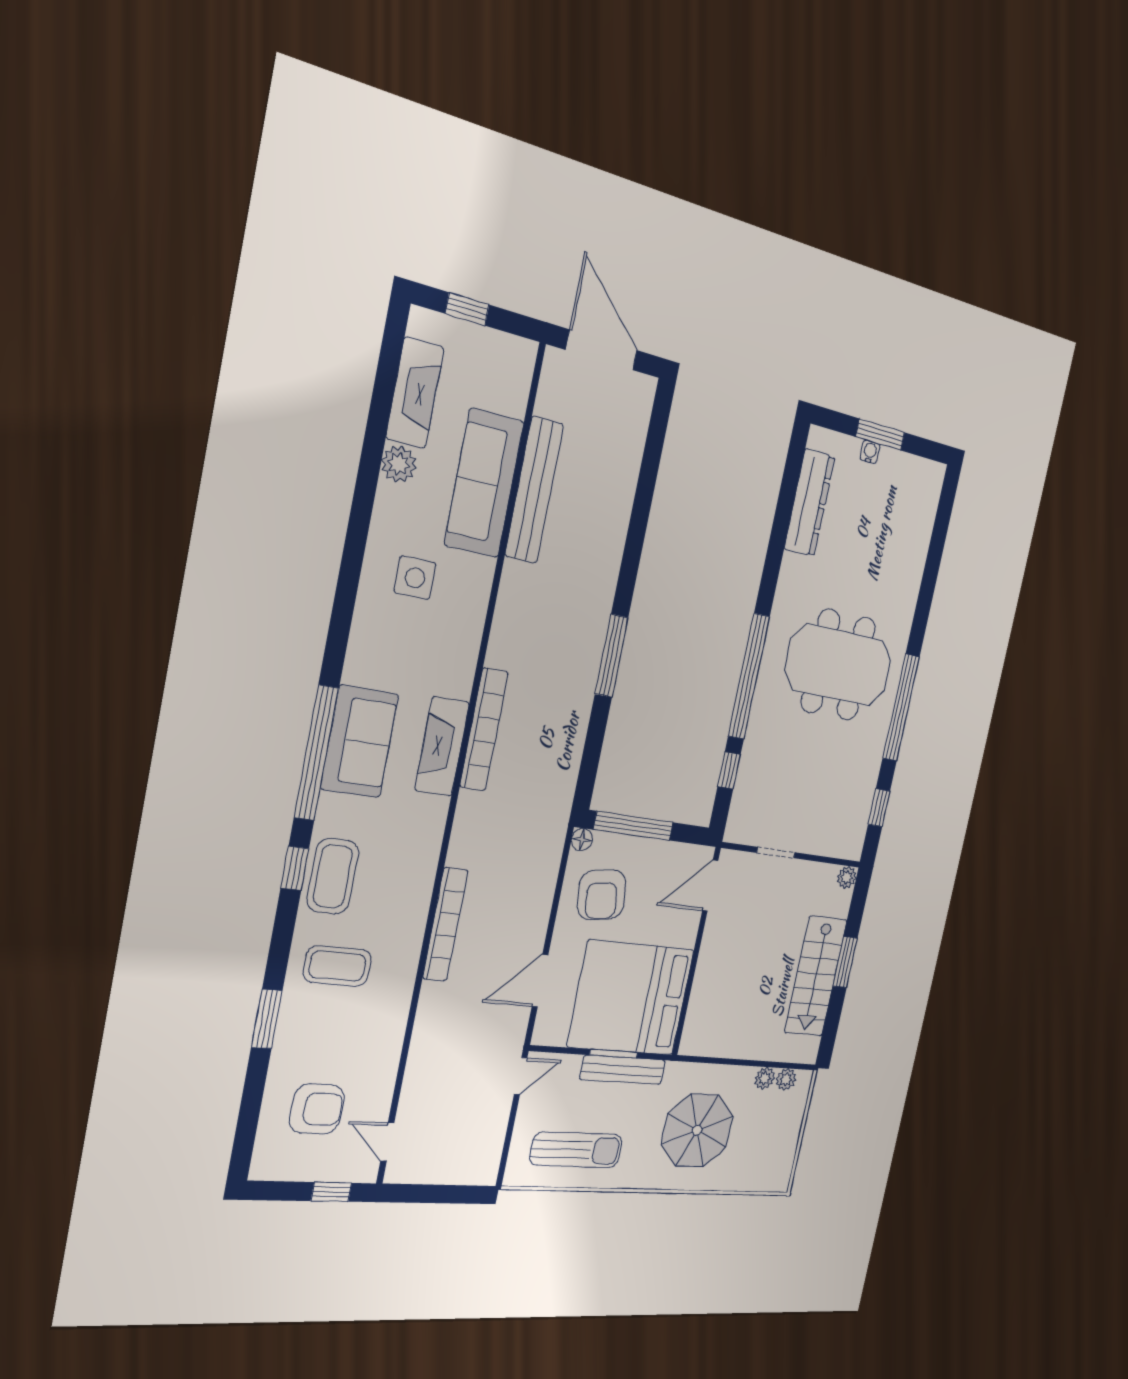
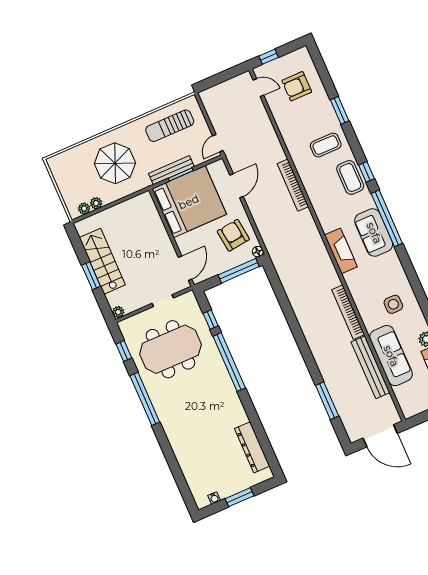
water cooler: (870, 452) -> (214, 498), moved
window: (611, 656) -> (327, 401), moved
meeting table: (838, 665) -> (170, 349), moved
bookcase: (484, 729) -> (348, 312), moved

